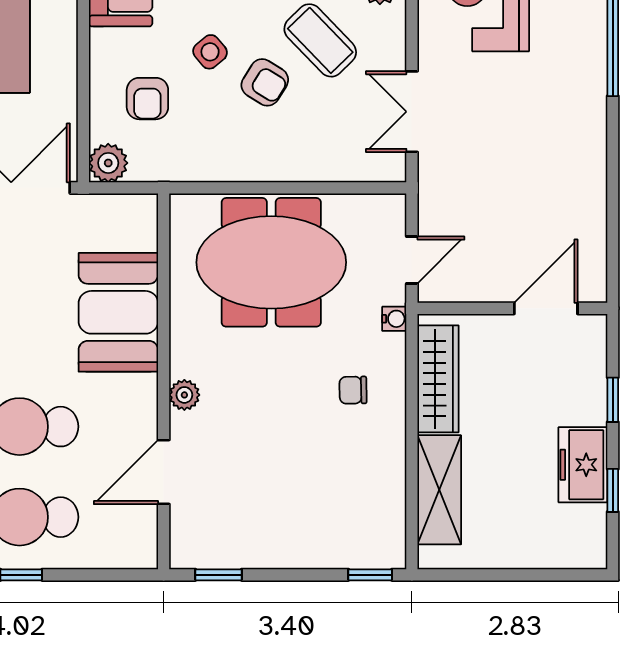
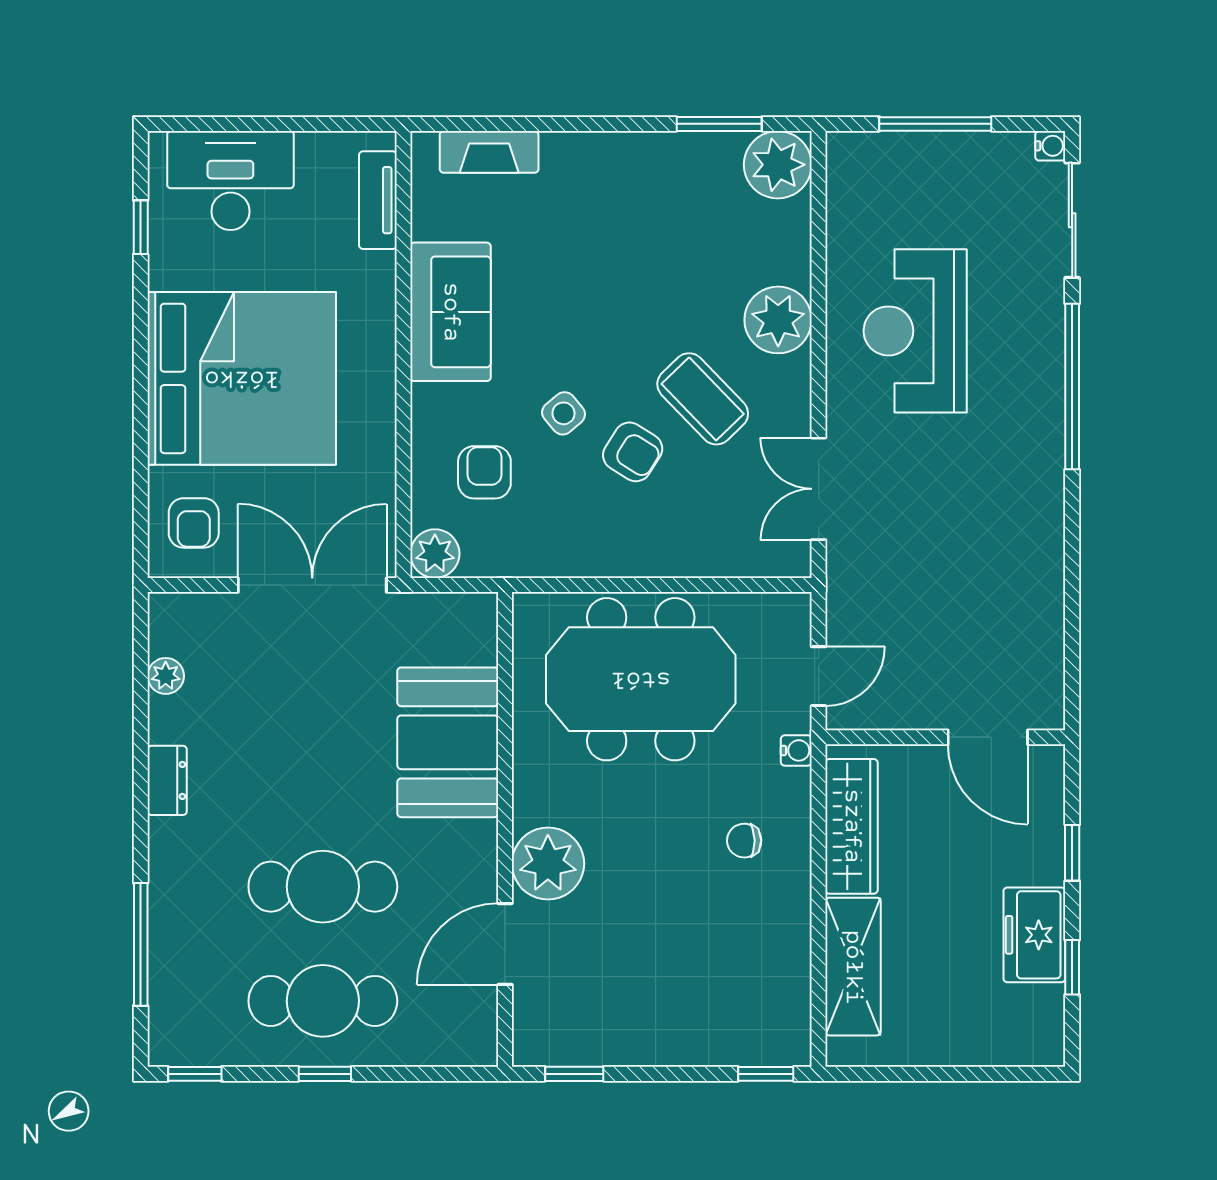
armchair: (147, 99) -> (484, 472), turned 180
door: (546, 308) -> (988, 737), swing flipped
plant: (184, 395) -> (548, 864), width x1.88, depth x1.88

